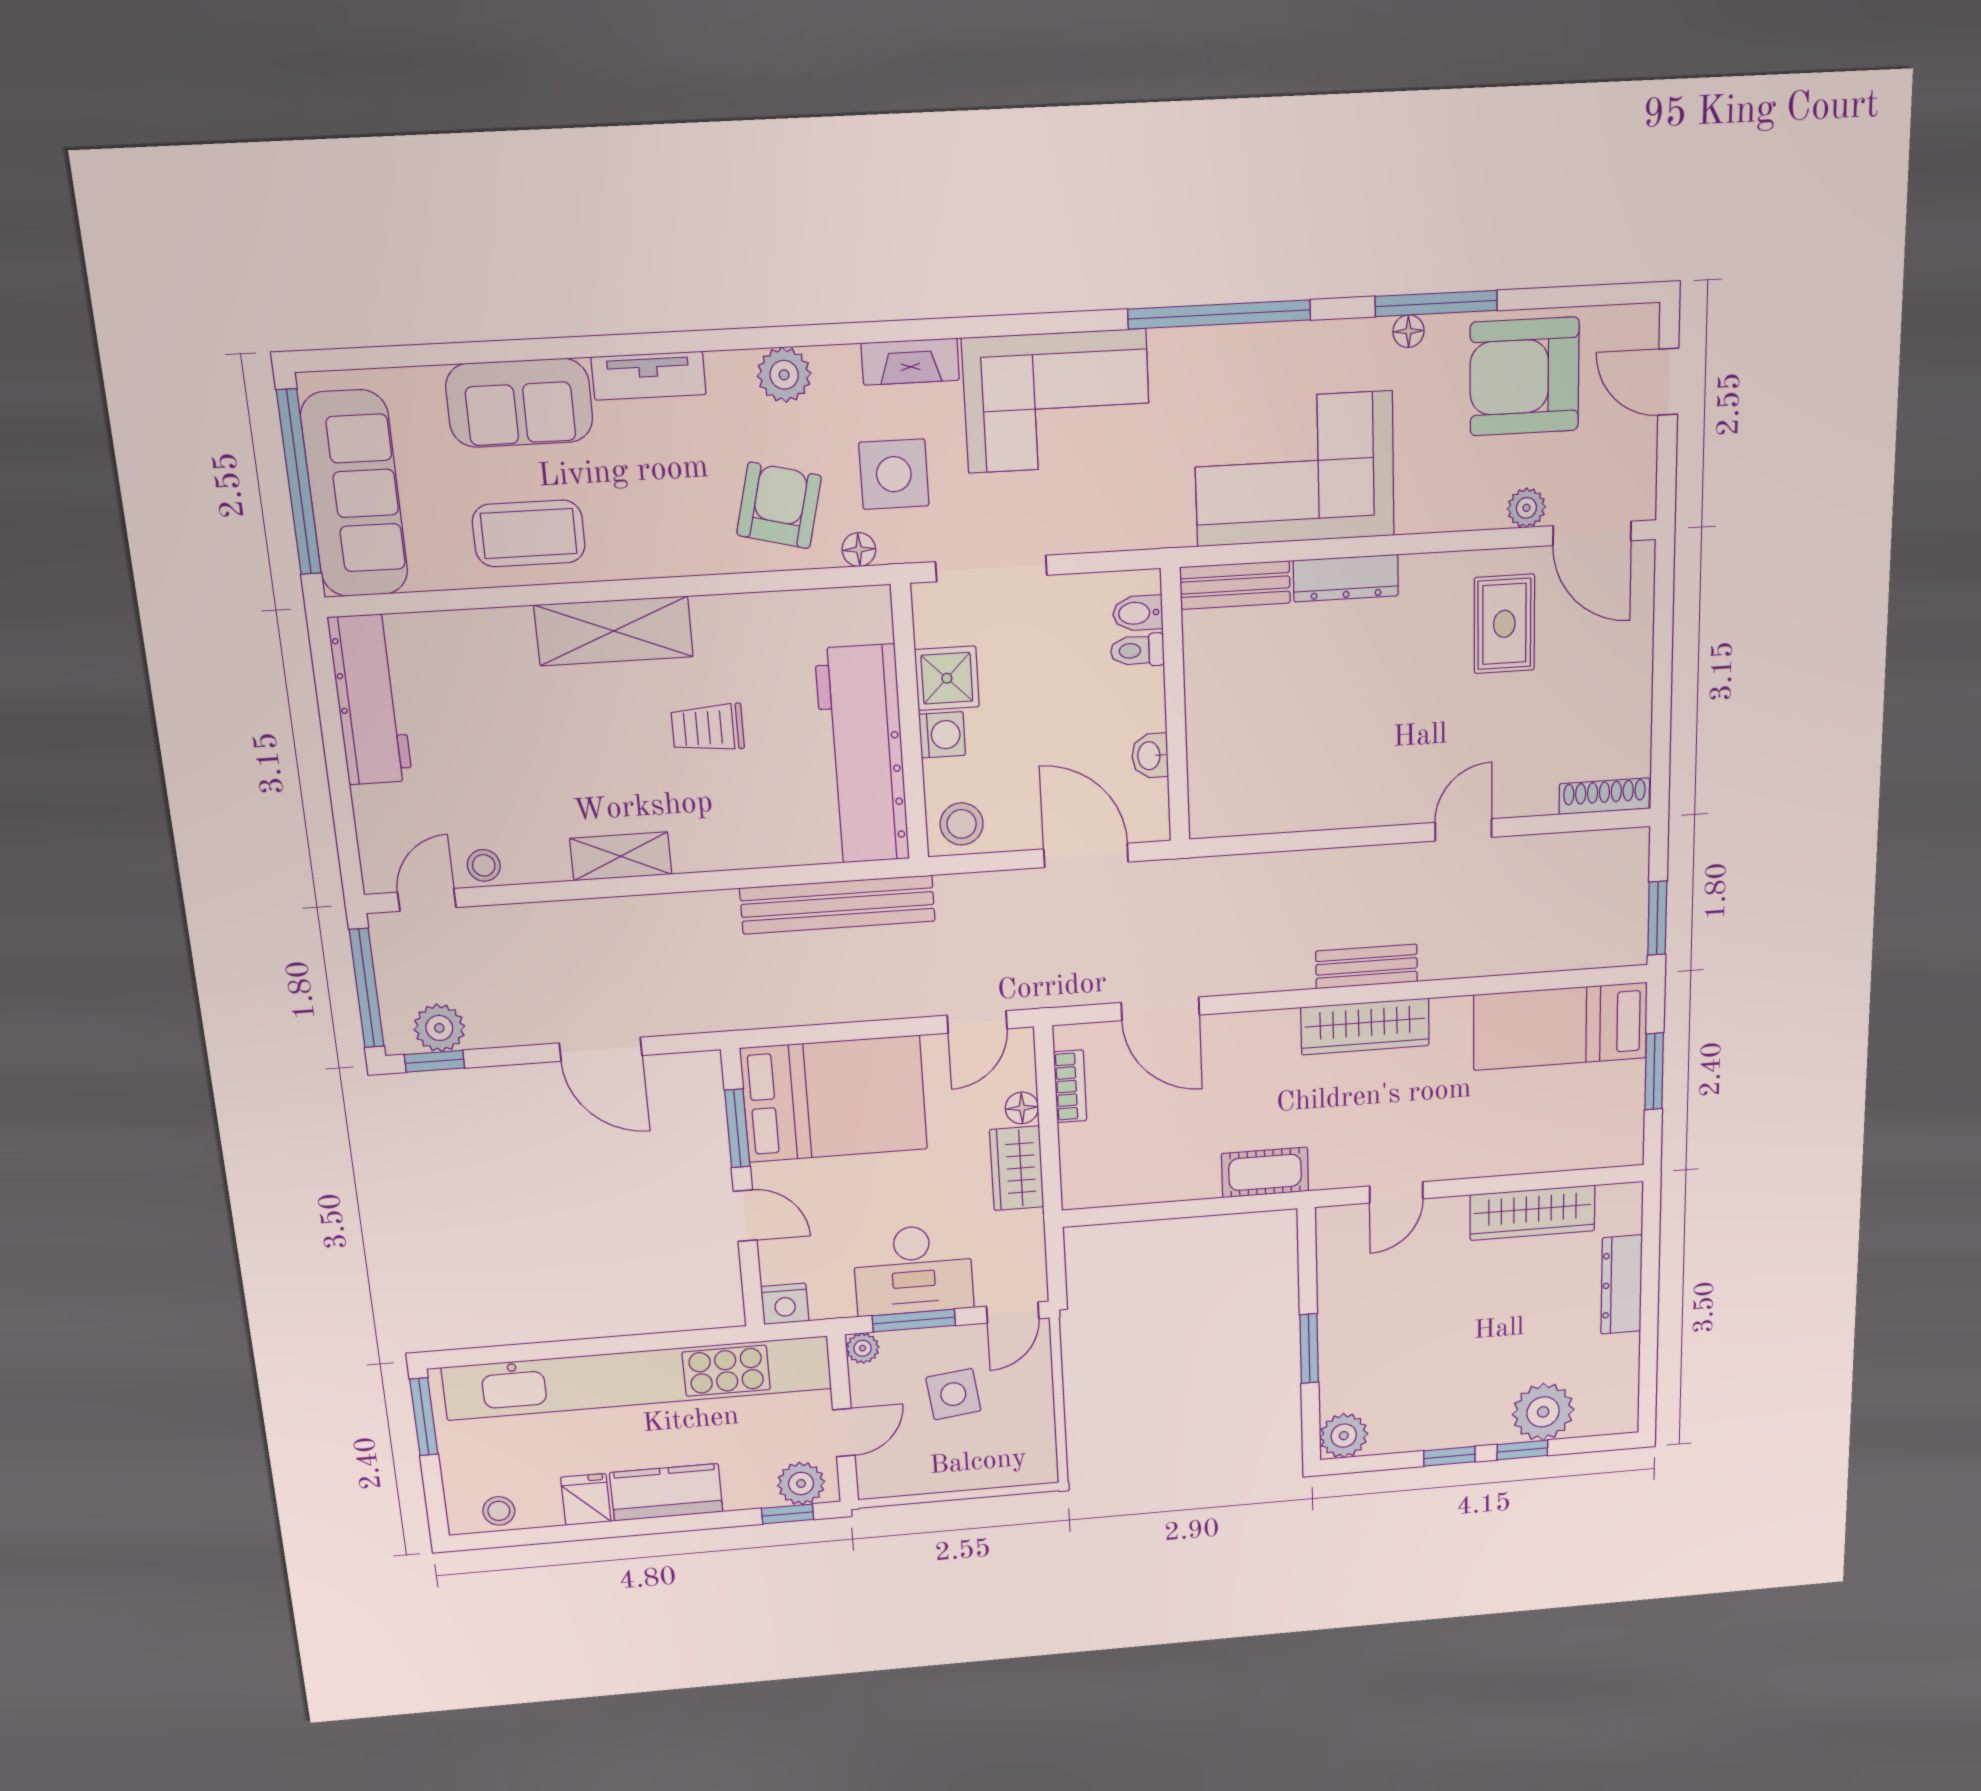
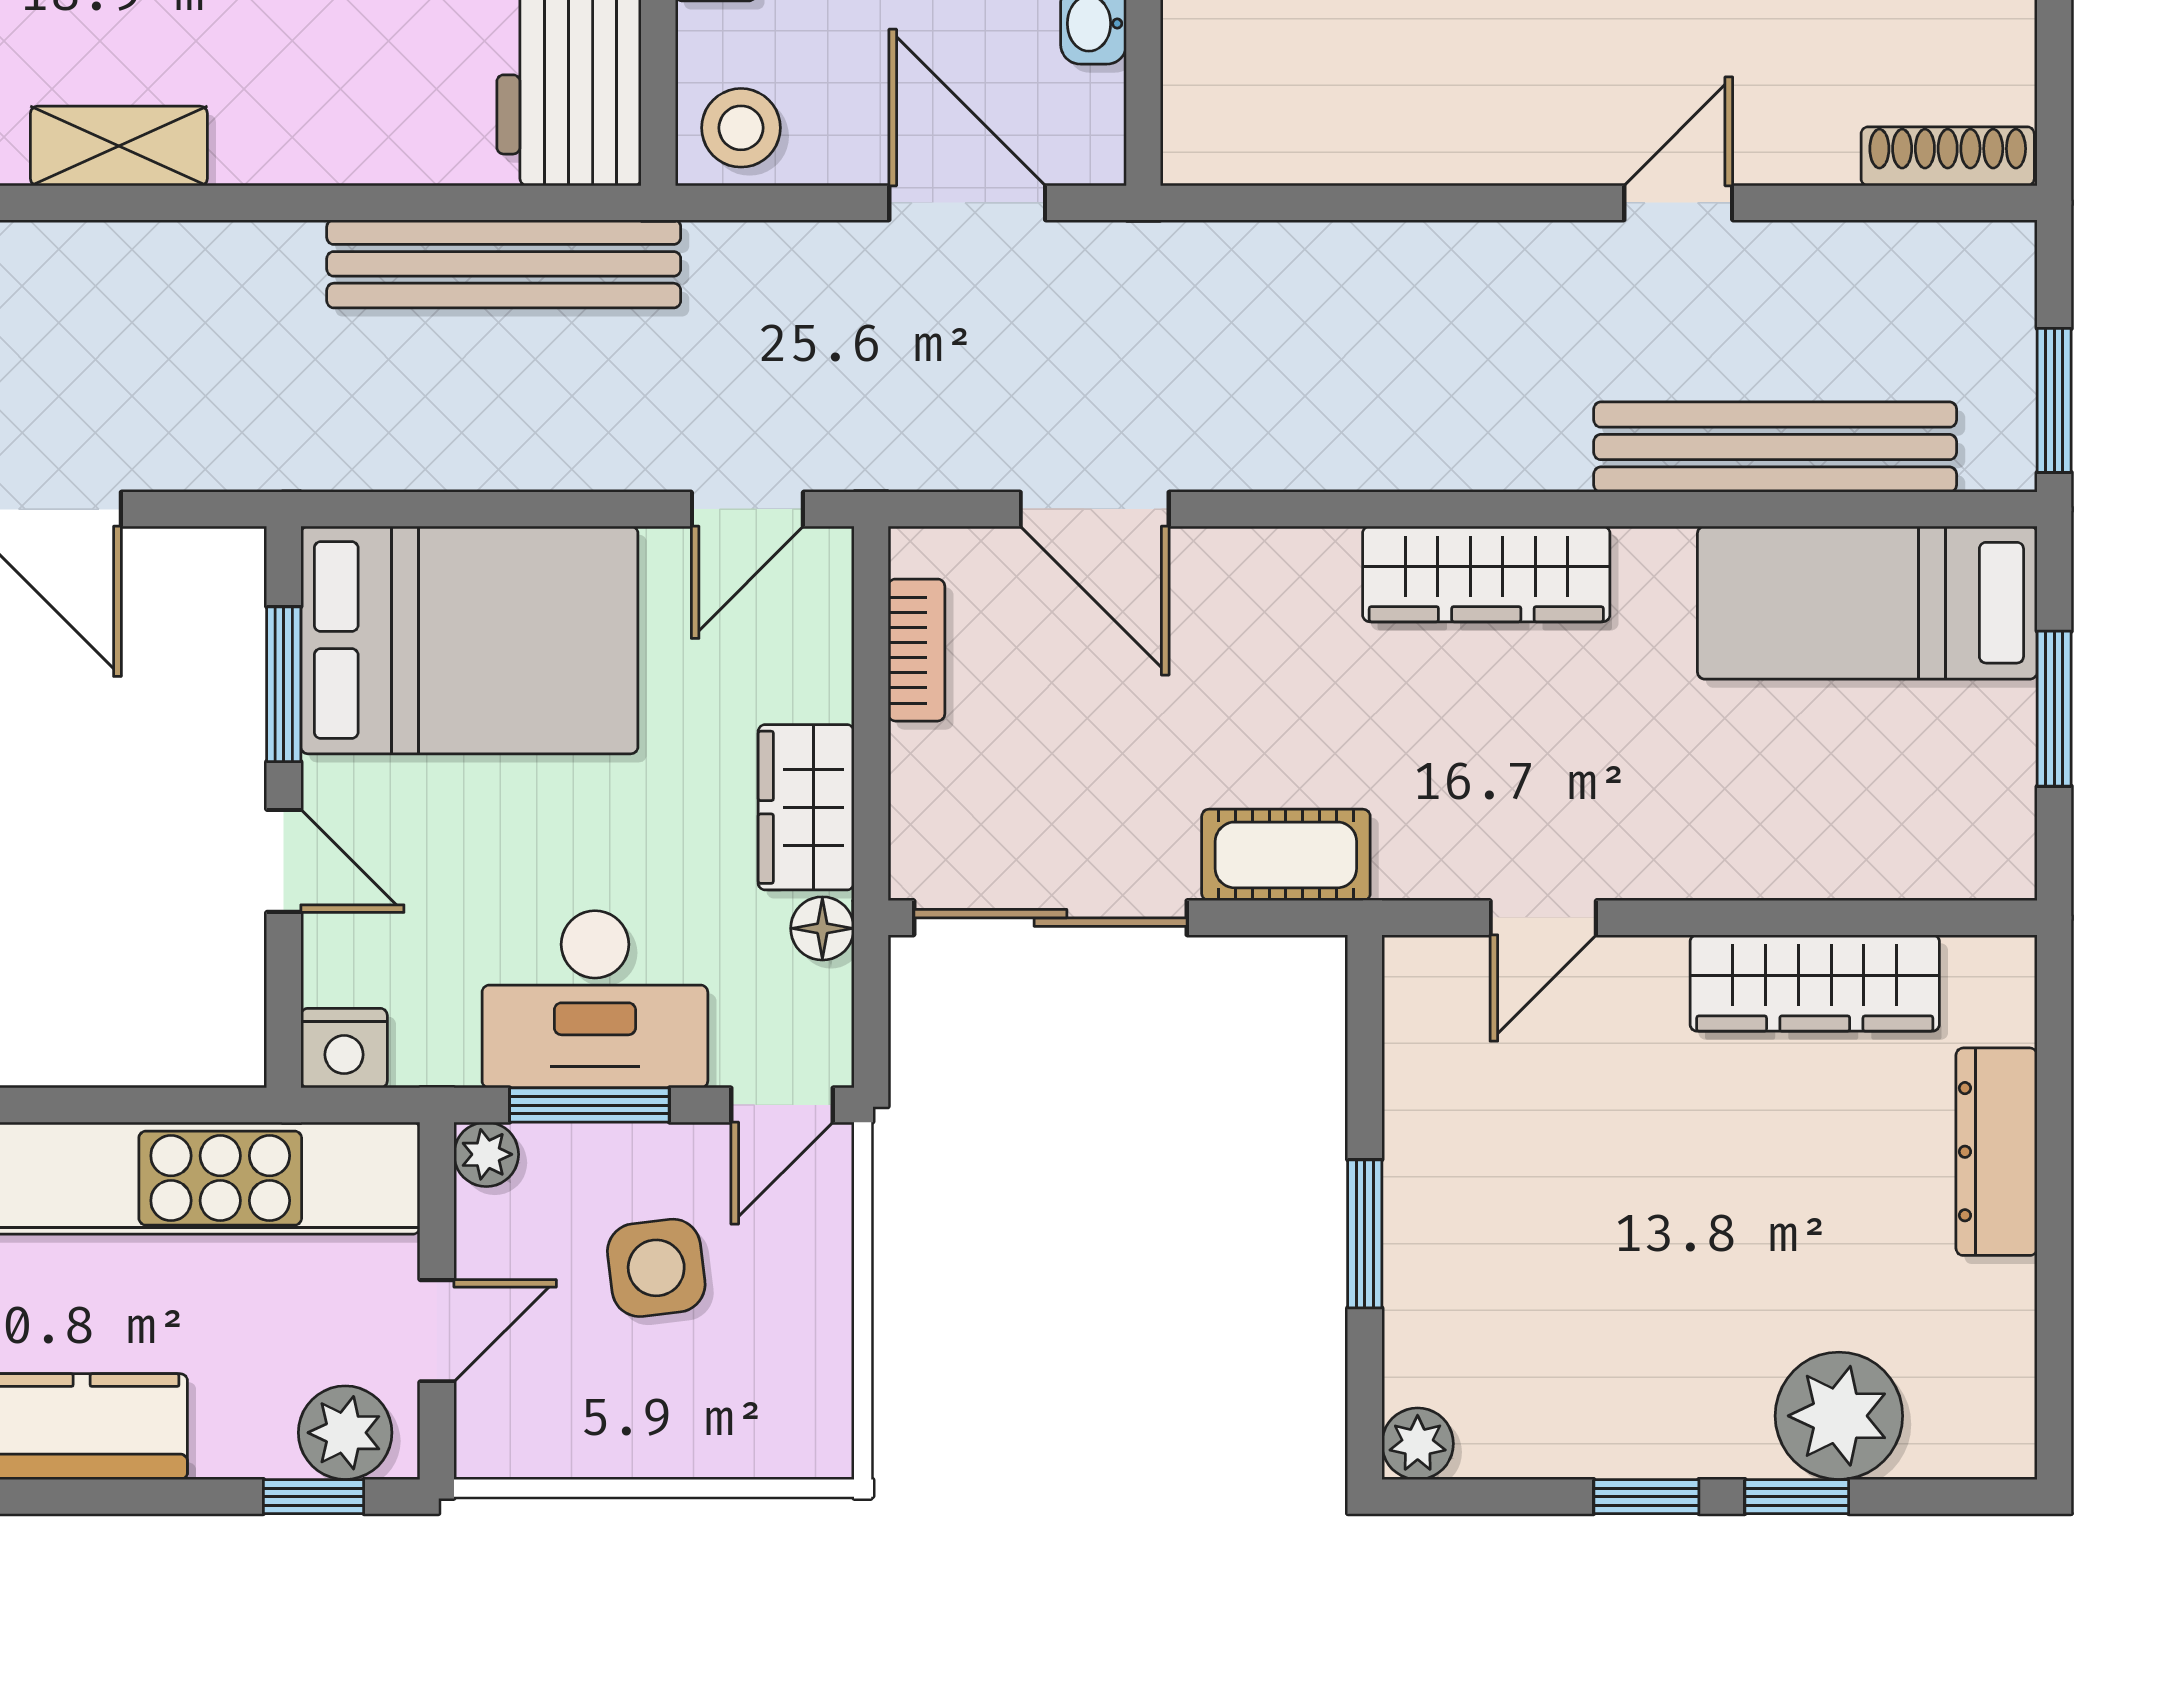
bench: (1367, 966) -> (1775, 447), moved, width x1.86, depth x1.21
floor lamp: (1022, 1108) -> (822, 928), moved
sliding door: (1146, 1212) -> (1050, 918), added
plant: (1344, 1436) -> (1418, 1444), width x0.73, depth x0.73

